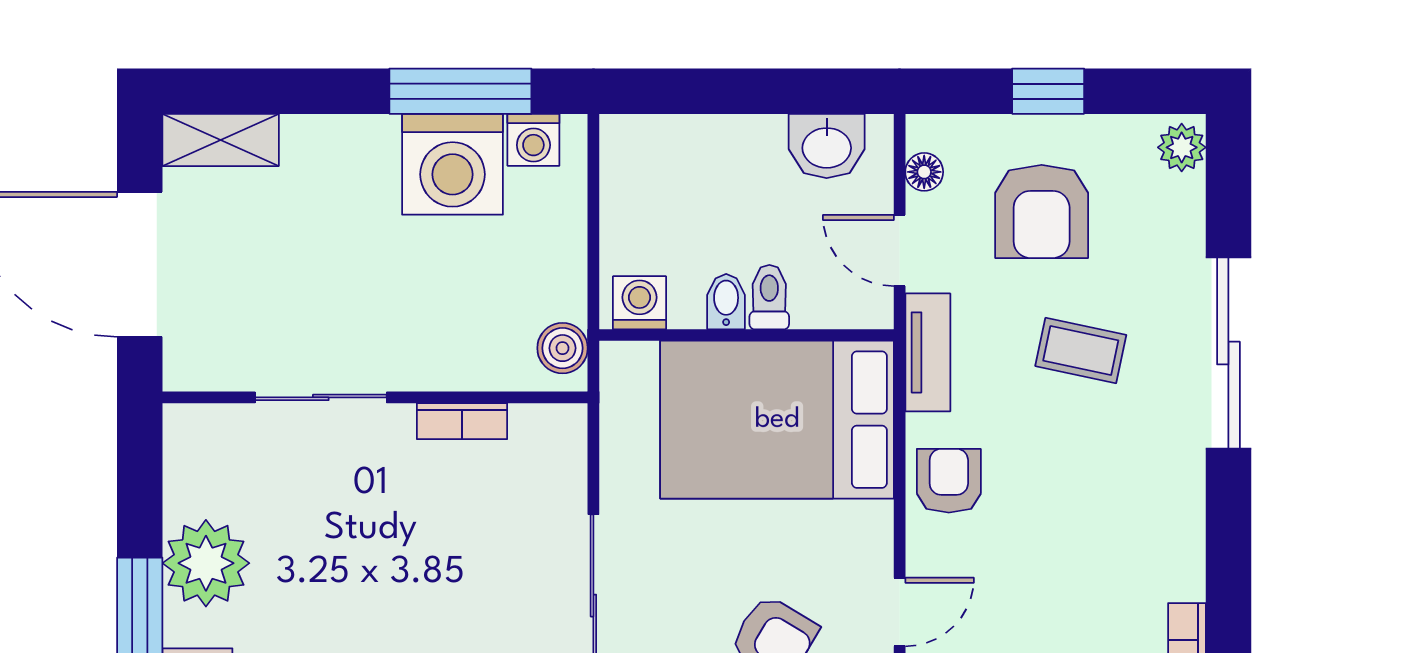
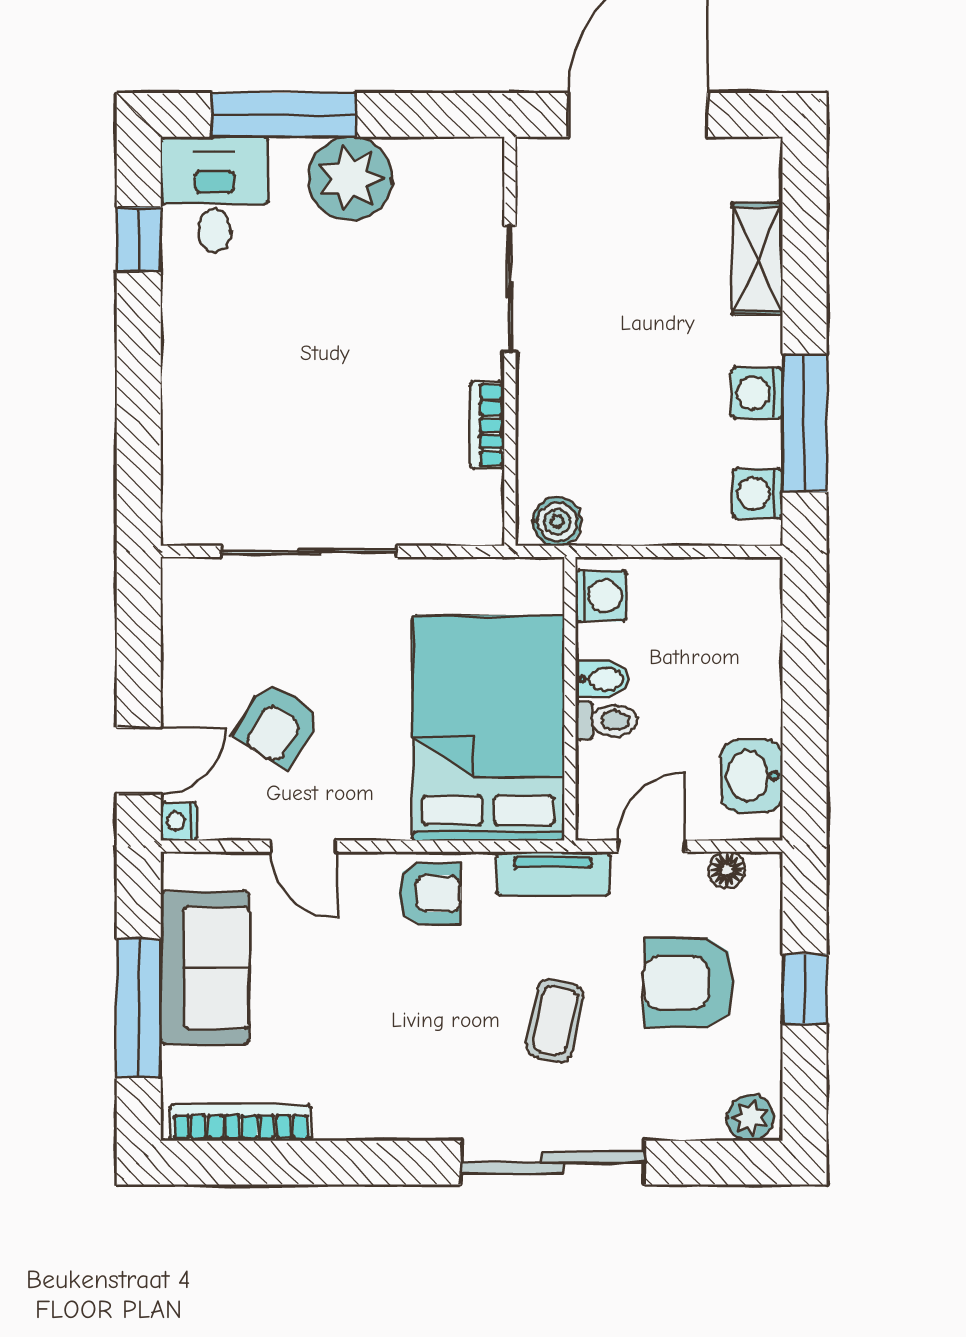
shelving: (221, 140) -> (758, 259), moved
washing machine: (453, 164) -> (757, 393), width x0.53, depth x0.53

